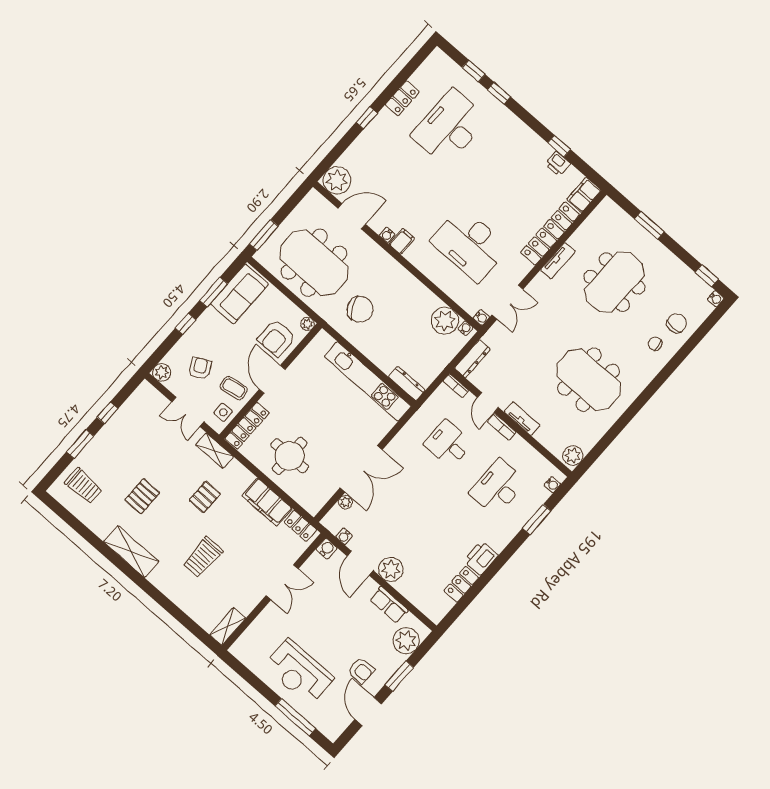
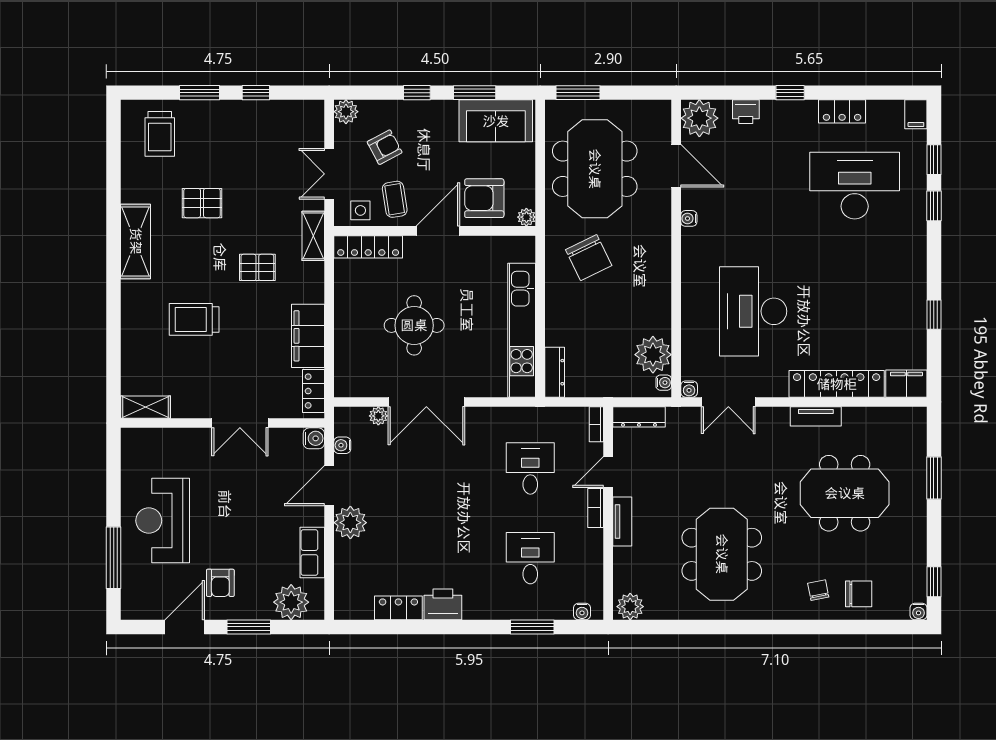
printer: (558, 164) -> (746, 112), moved, turned -90
filing cabinet: (402, 241) -> (916, 114), moved, turned 90
round table: (290, 456) -> (414, 325), moved
desk: (498, 487) -> (530, 558), width x0.73

